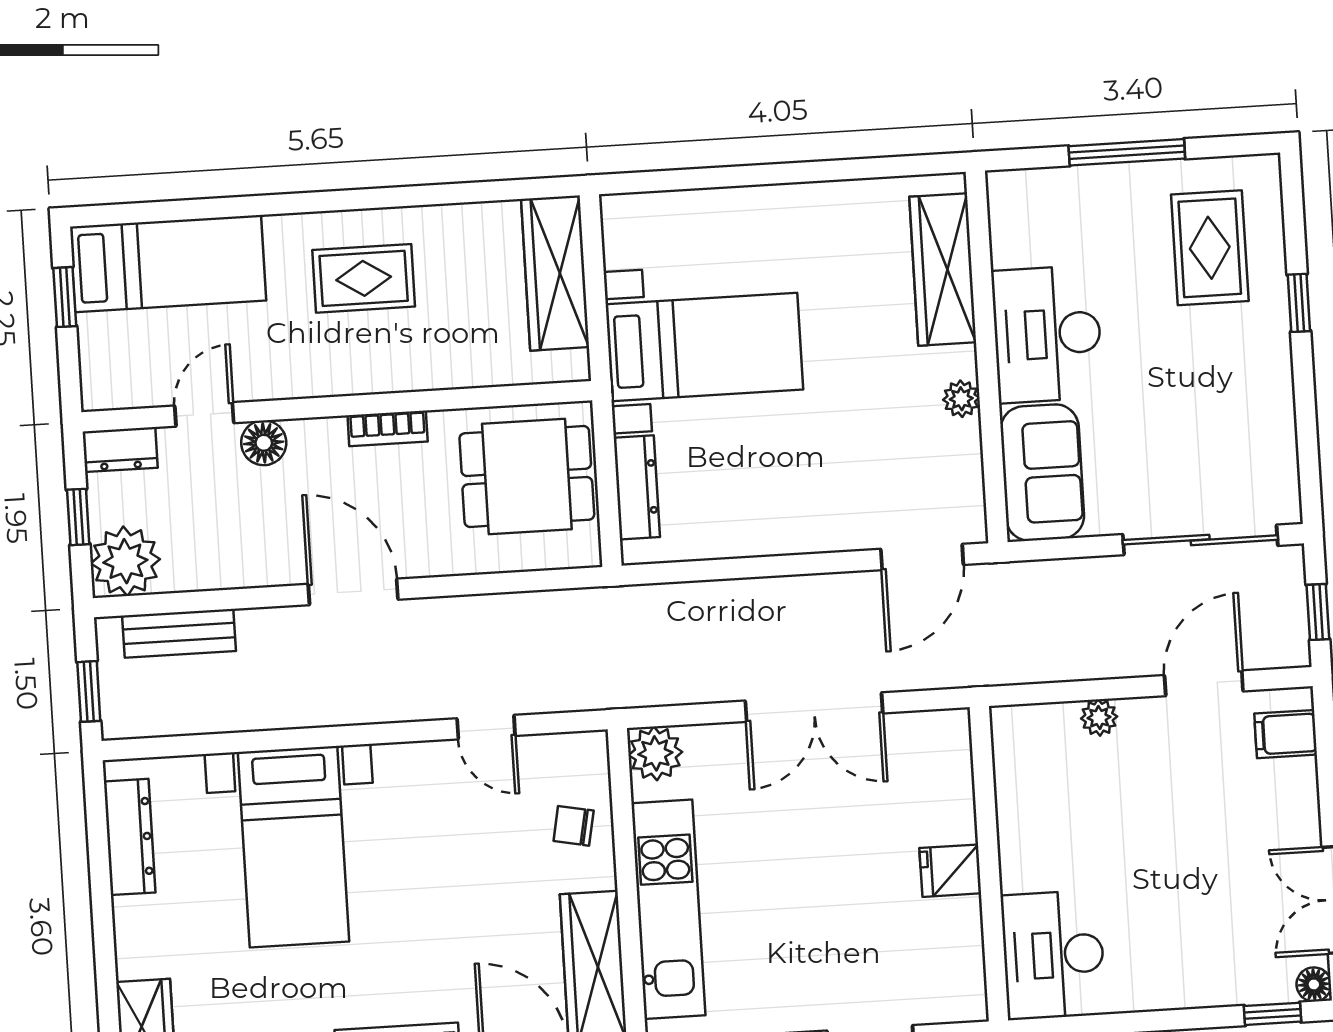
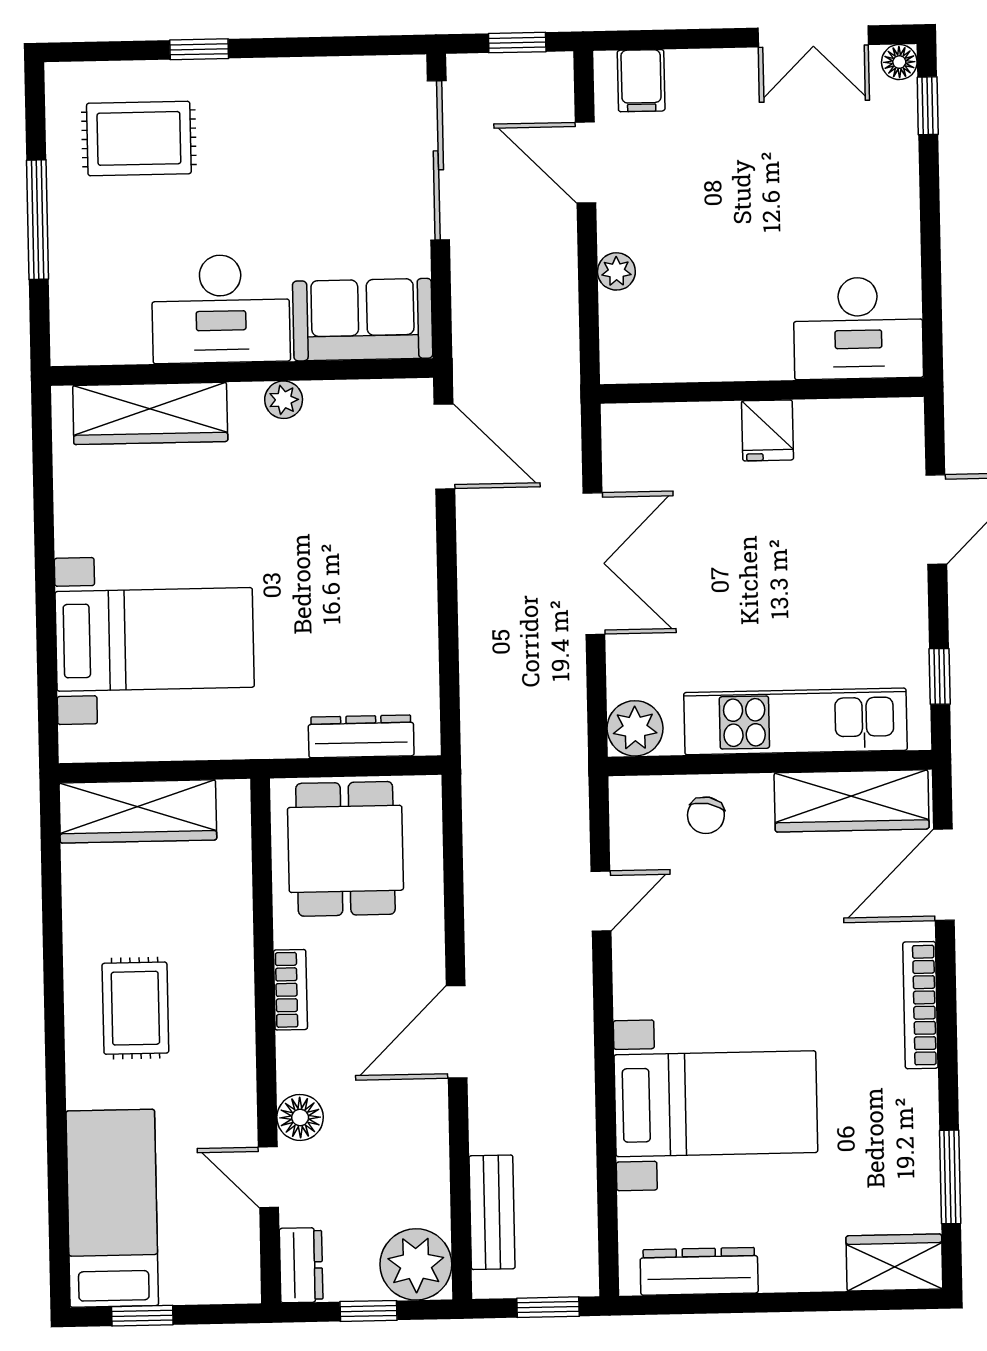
bed with nightstands: (704, 347) -> (155, 639), moved, turned 90

